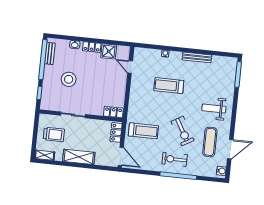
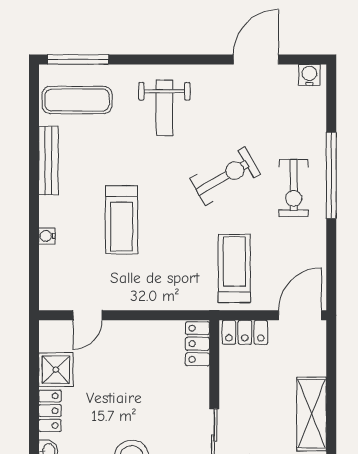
exercise mat: (210, 142) -> (77, 100), moved
door: (230, 149) -> (256, 59), hinge flipped

